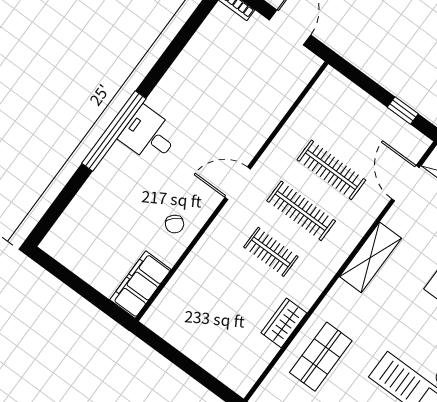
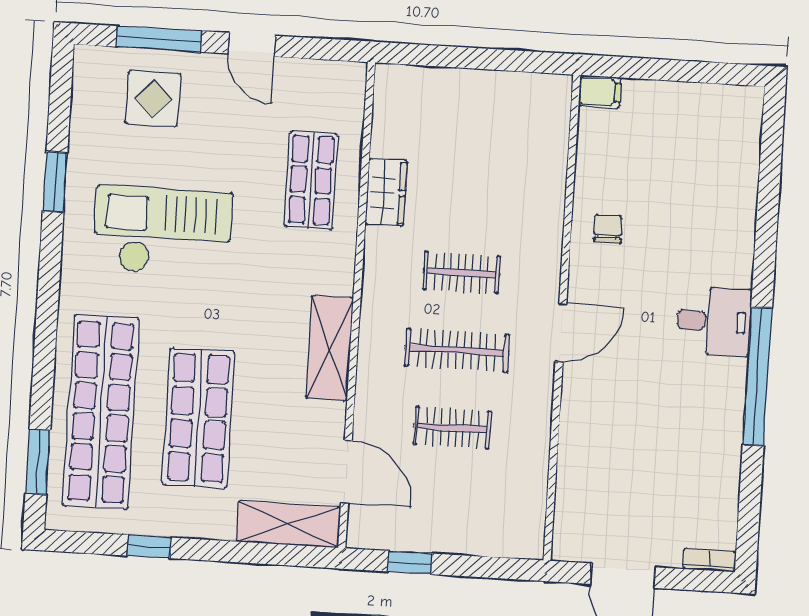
window: (114, 131) -> (757, 376), moved
clothes rail: (331, 170) -> (452, 428), width x0.73
chair: (175, 224) -> (608, 229), turned 43
filing cabinet: (140, 285) -> (600, 92), width x0.33, depth x0.86

